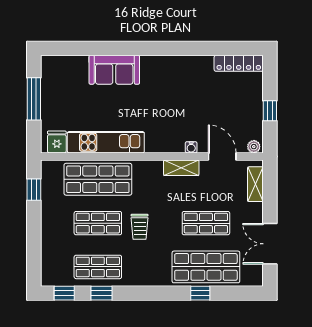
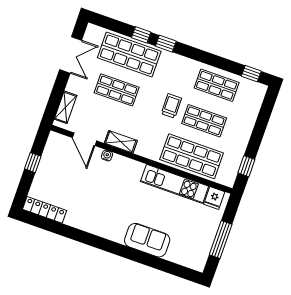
plant: (254, 147) -> (56, 138), removed
window: (102, 293) -> (166, 44), moved

